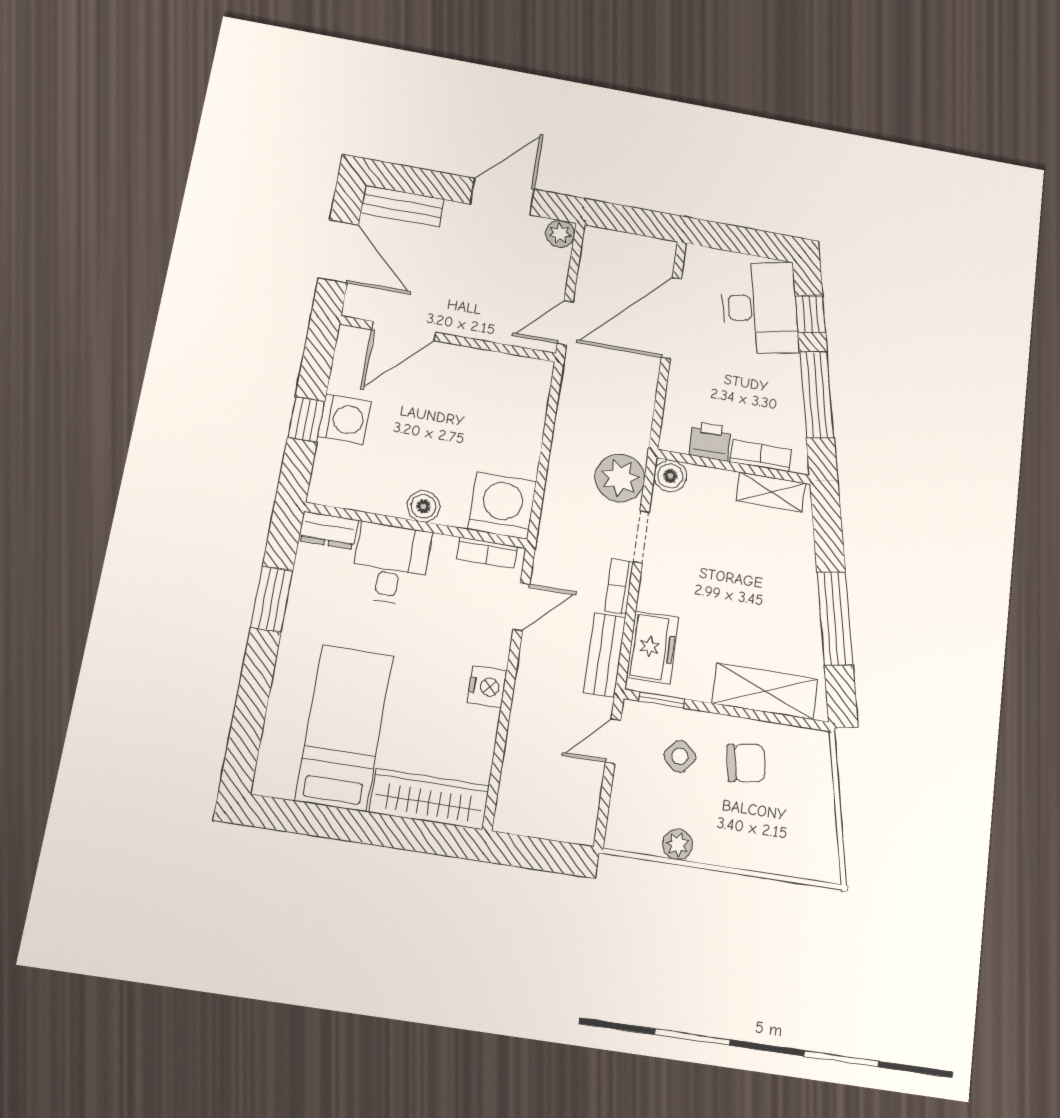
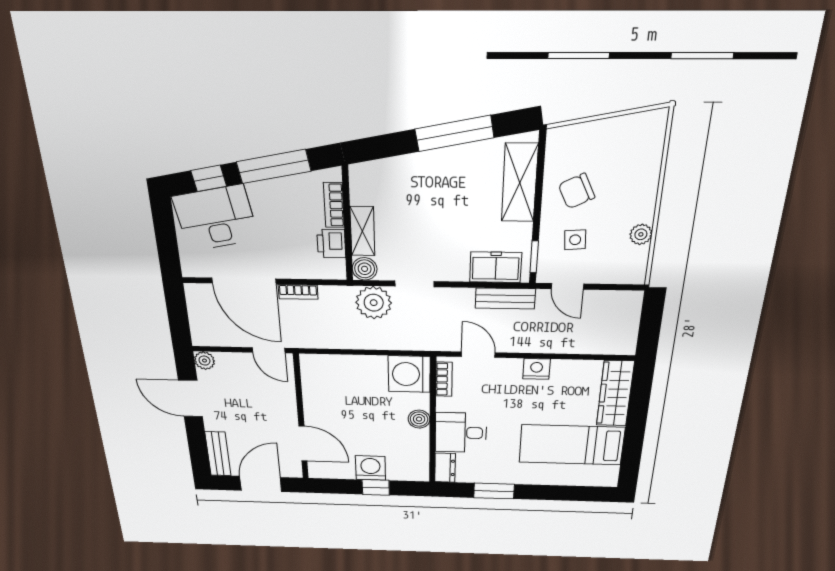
shelving: (771, 492) -> (362, 231), moved
bookcase: (619, 586) -> (298, 292), moved
side table: (680, 756) -> (575, 240), turned 45
chair: (746, 763) -> (577, 191), turned -107

